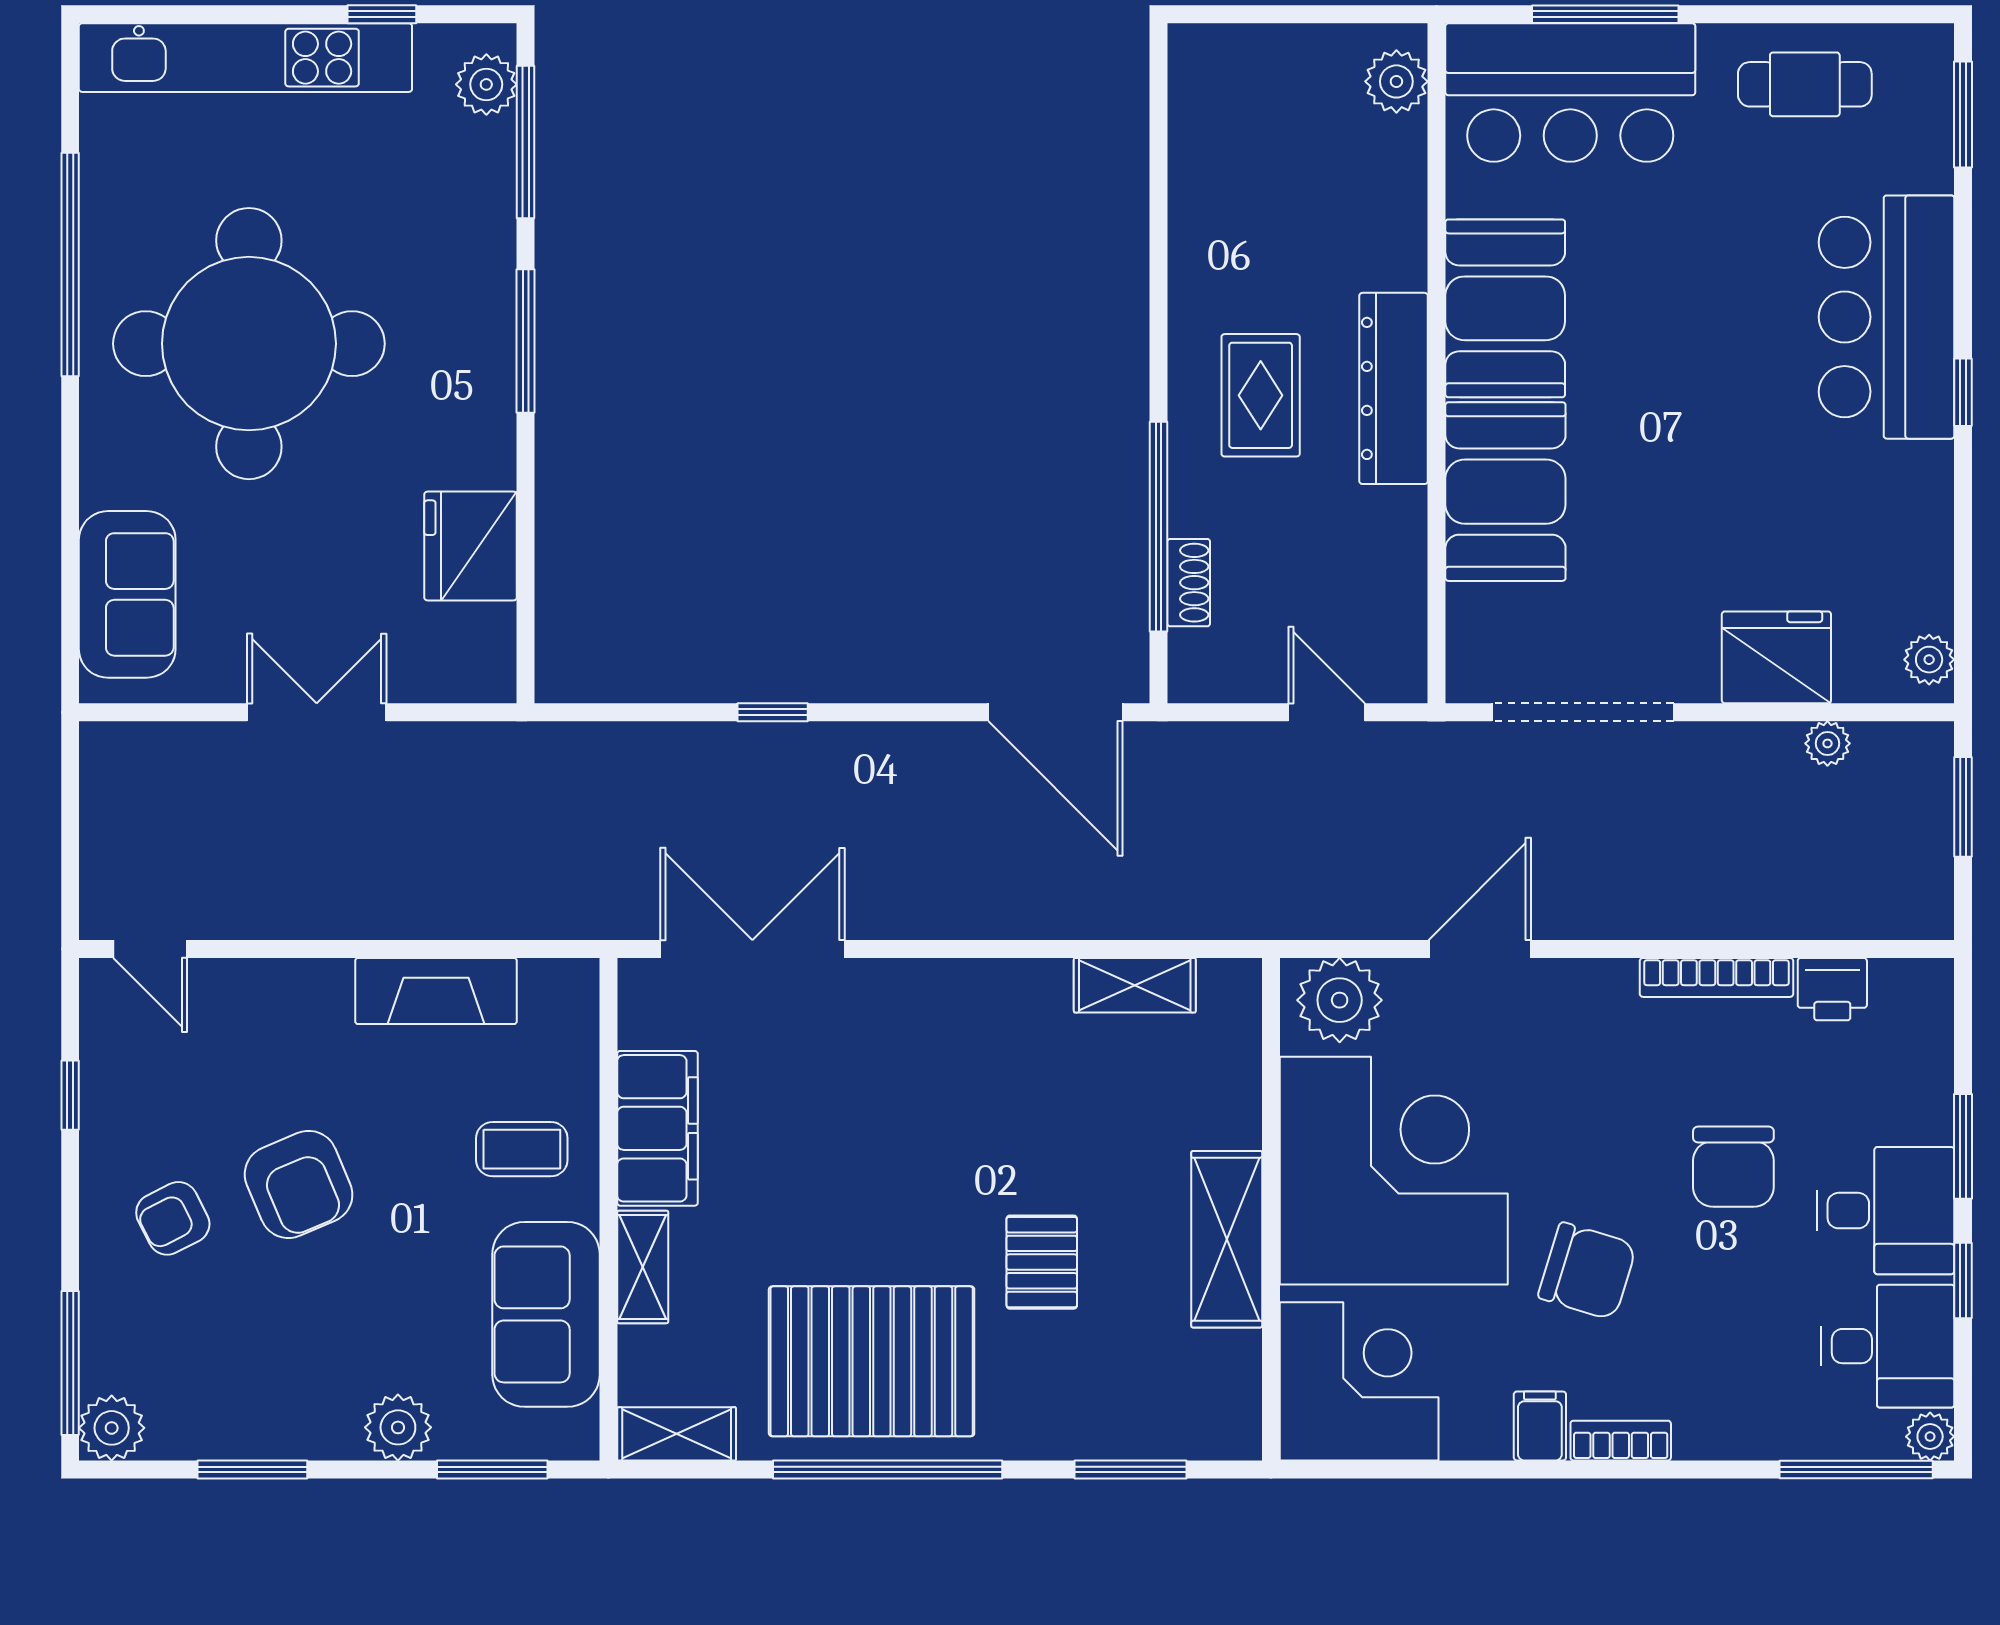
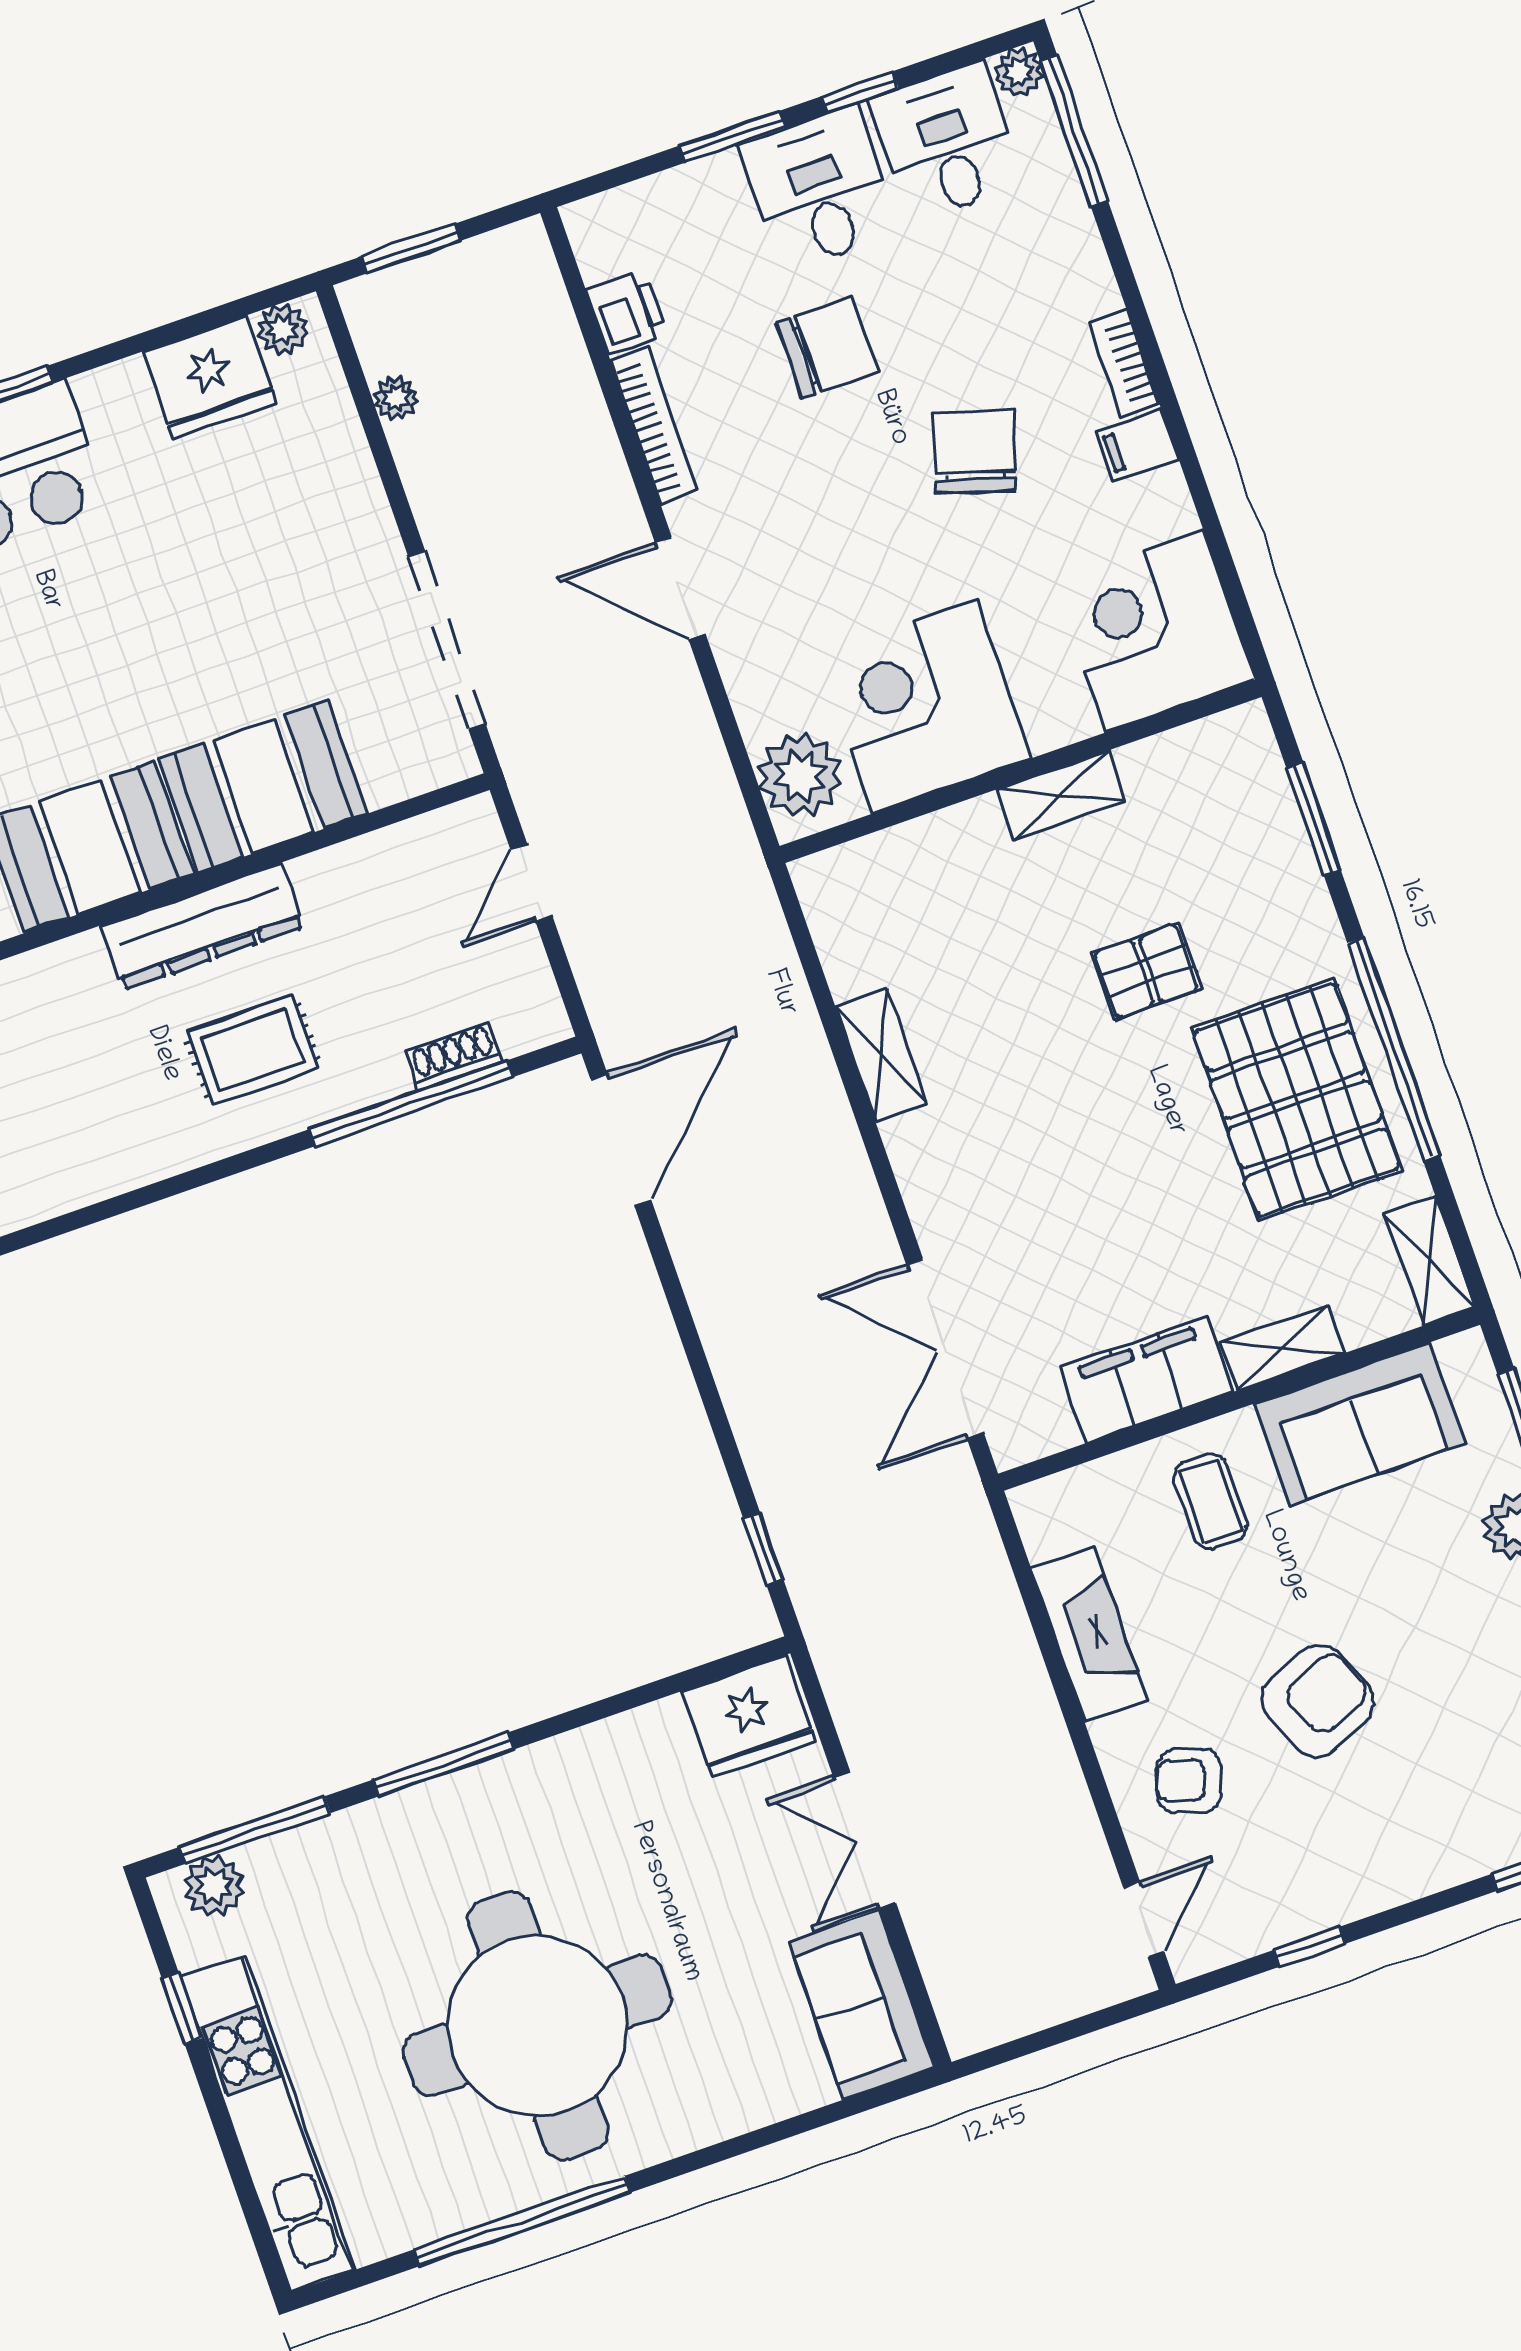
fridge: (471, 546) -> (749, 1717), moved
sofa: (127, 594) -> (861, 2005), moved, turned -90
fridge: (1776, 657) -> (210, 377), moved, turned -90
window: (773, 712) -> (763, 1549), moved
door: (1480, 949) -> (680, 588), moved
shelving: (1135, 985) -> (881, 1055), moved
corner desk: (1394, 1171) -> (925, 707), width x0.74, depth x0.74
armchair: (173, 1218) -> (1189, 1781), moved, turned 134
shelving: (1227, 1239) -> (1061, 795), width x0.67, depth x0.75

